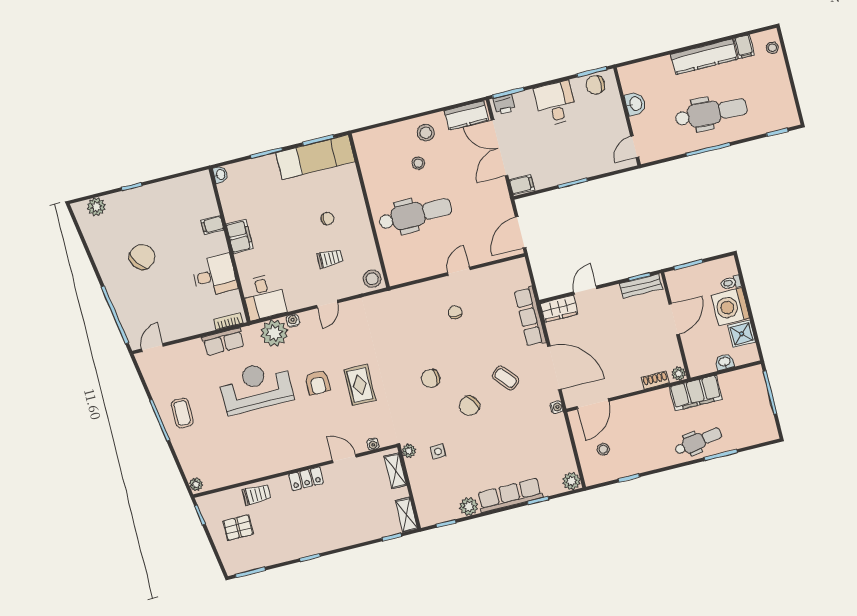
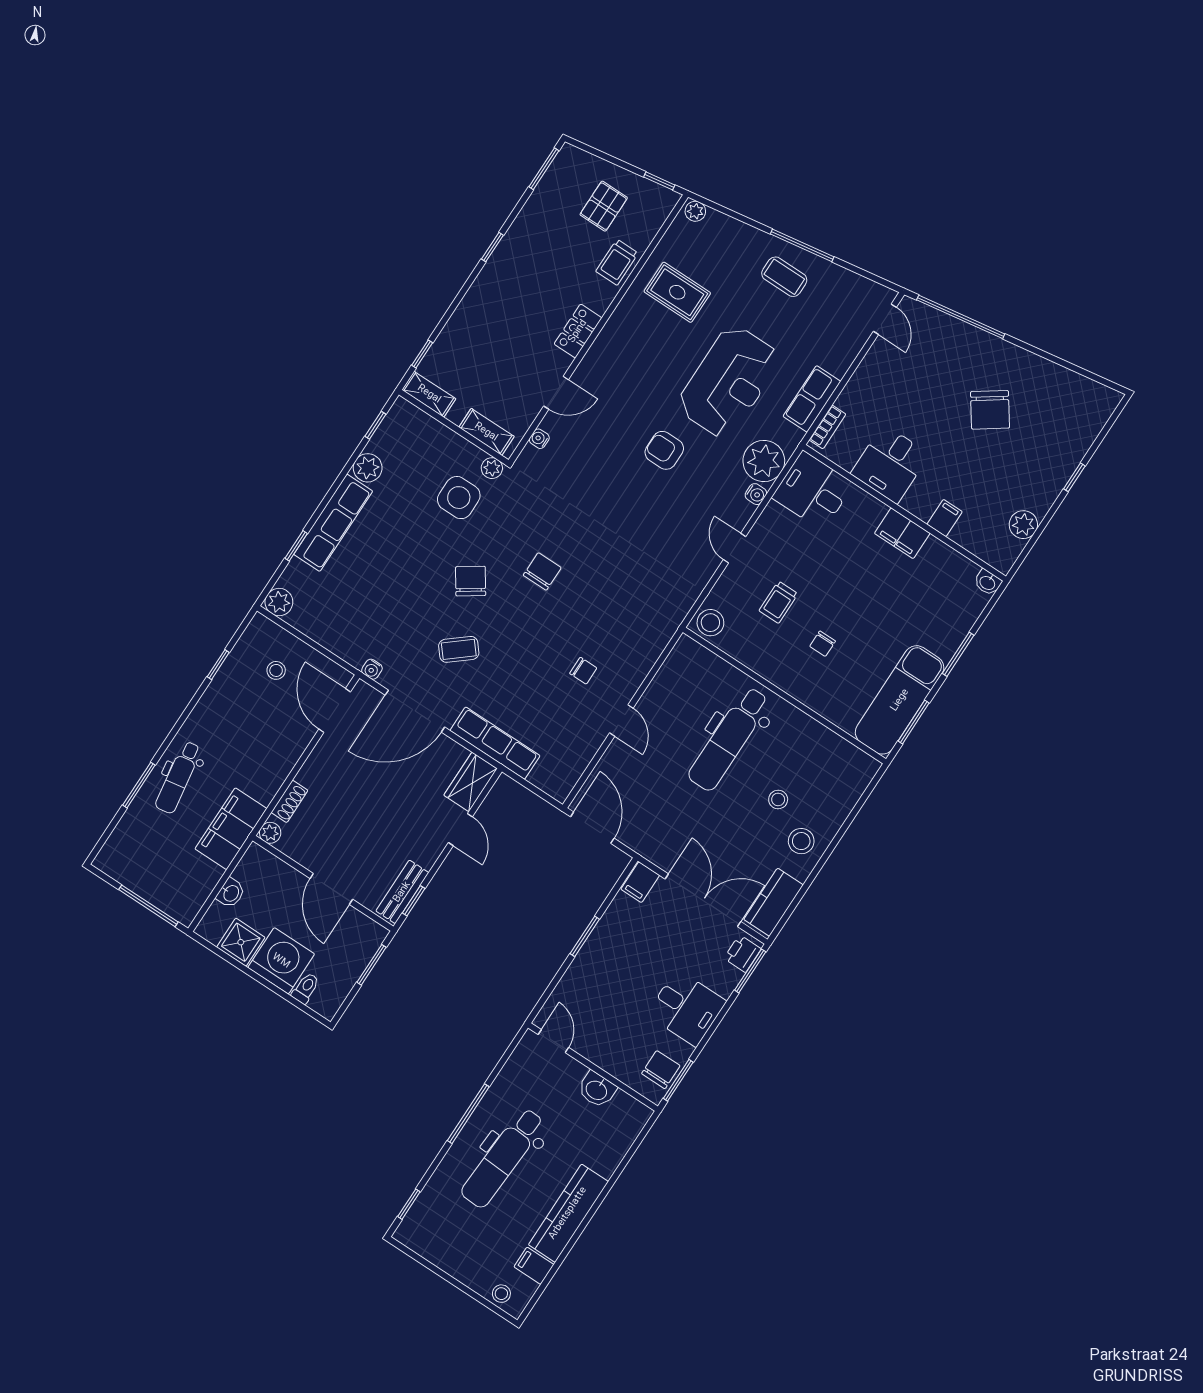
plant: (96, 207) -> (1023, 525), moved
rug: (360, 385) -> (677, 292), moved
side table: (438, 451) -> (459, 498), width x1.87, depth x1.87

